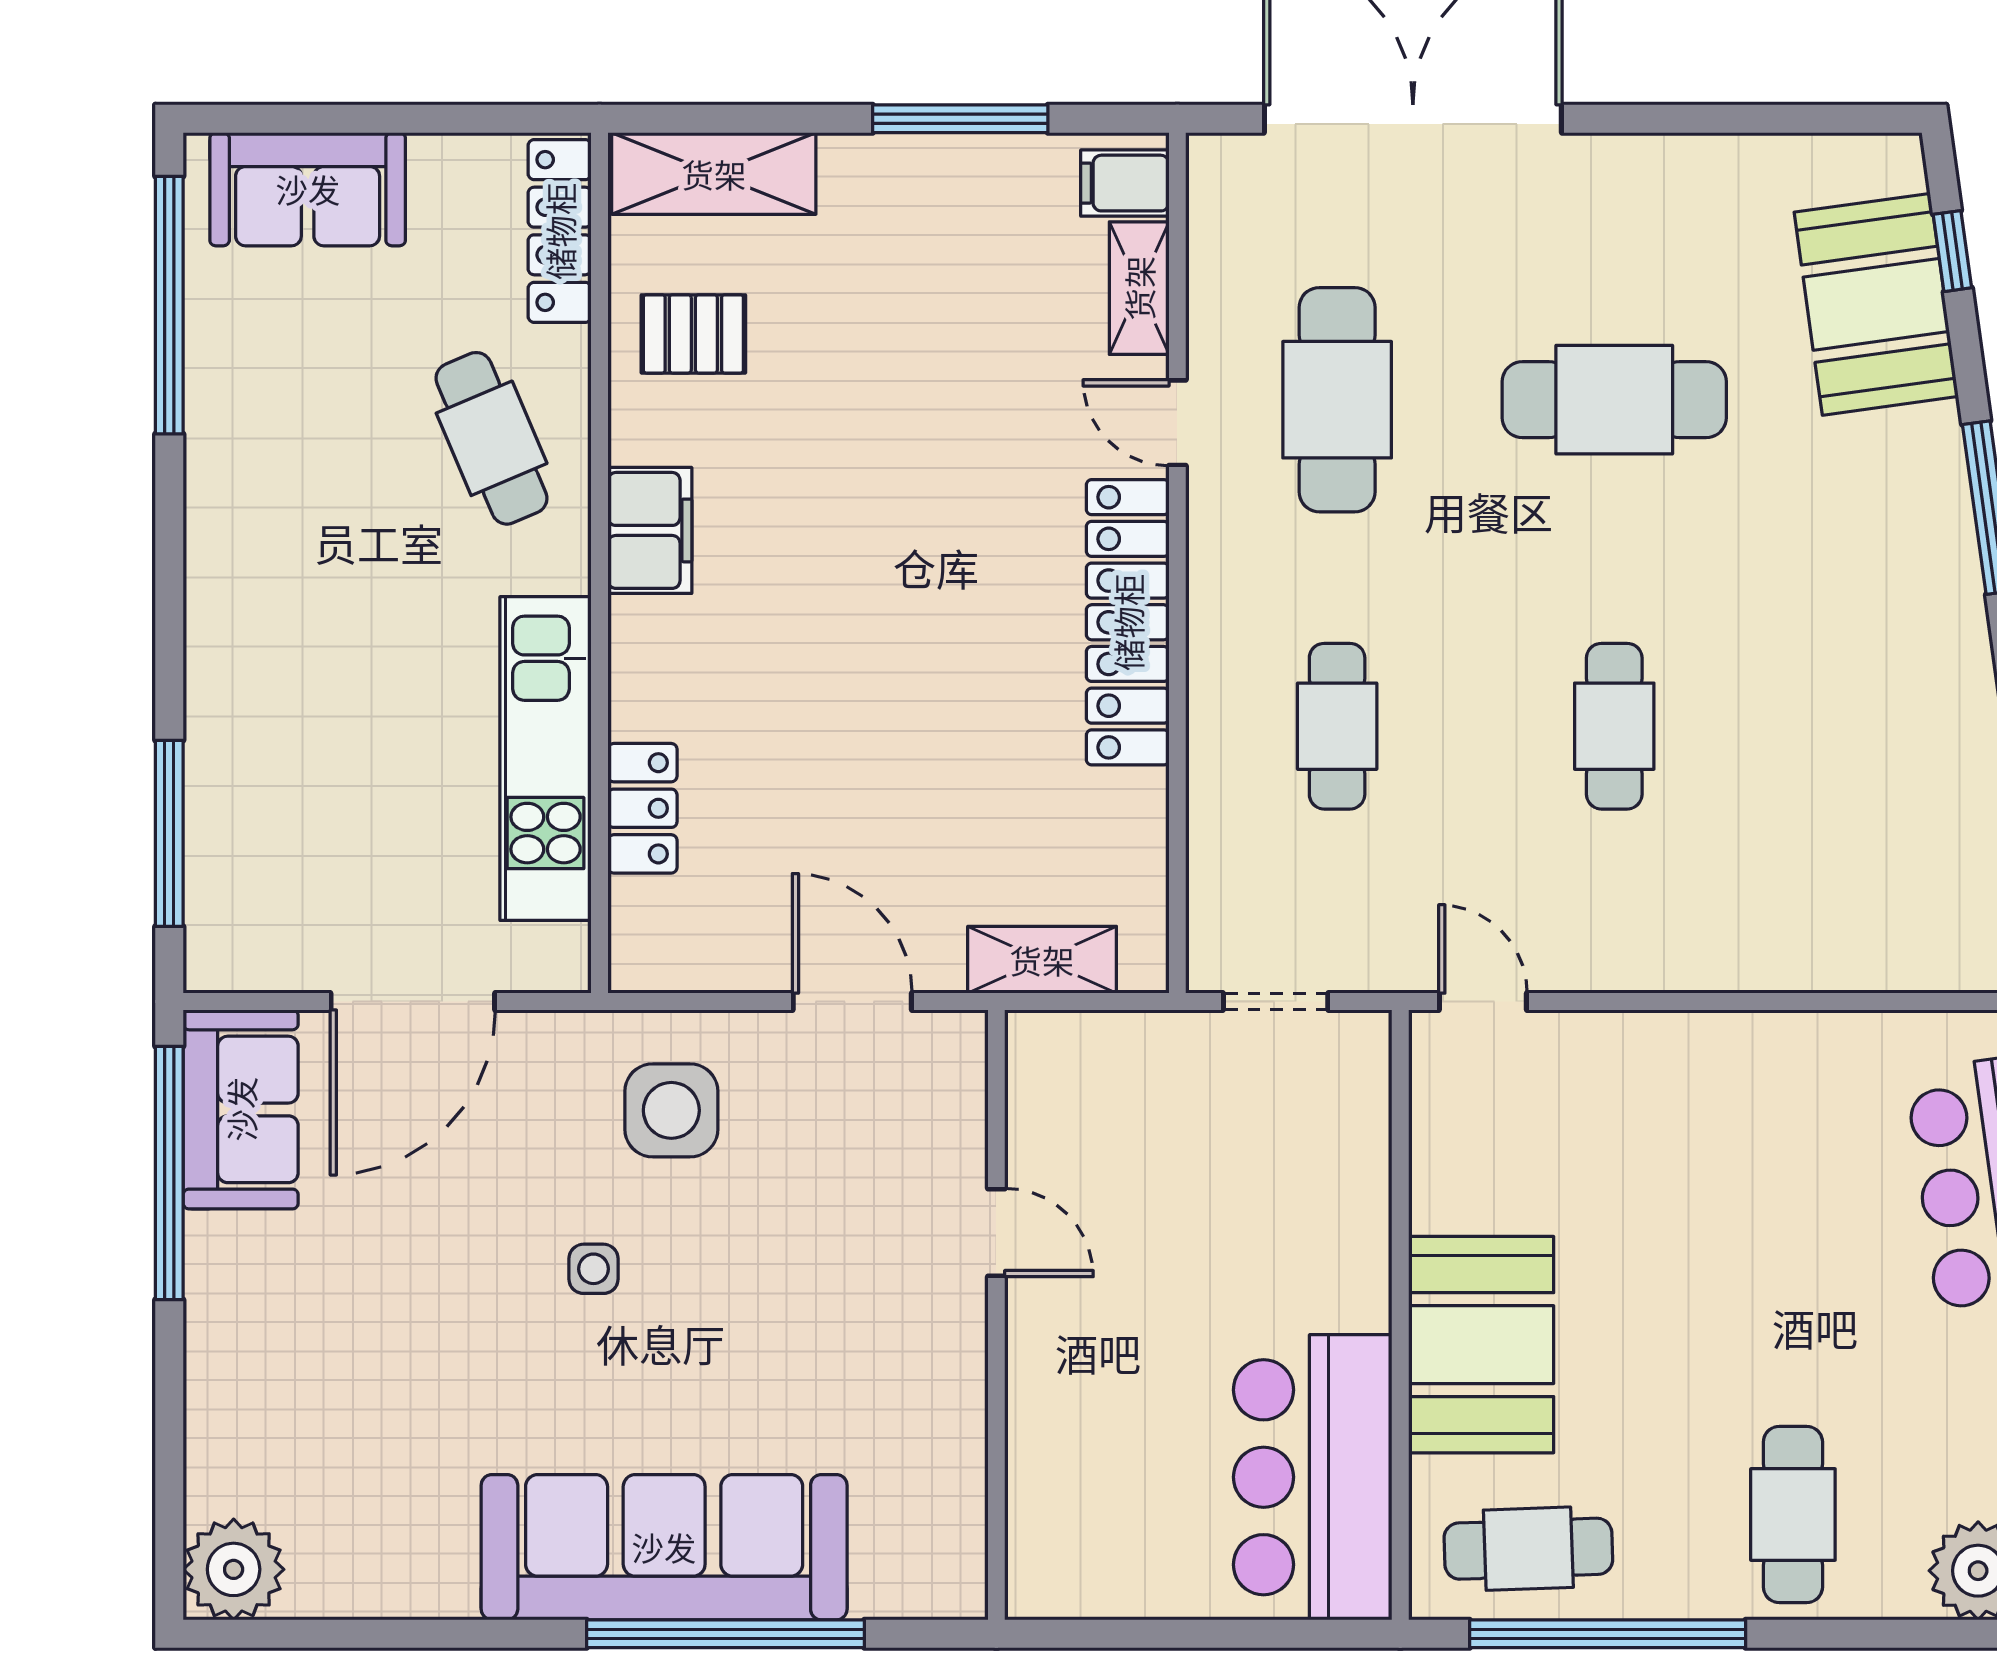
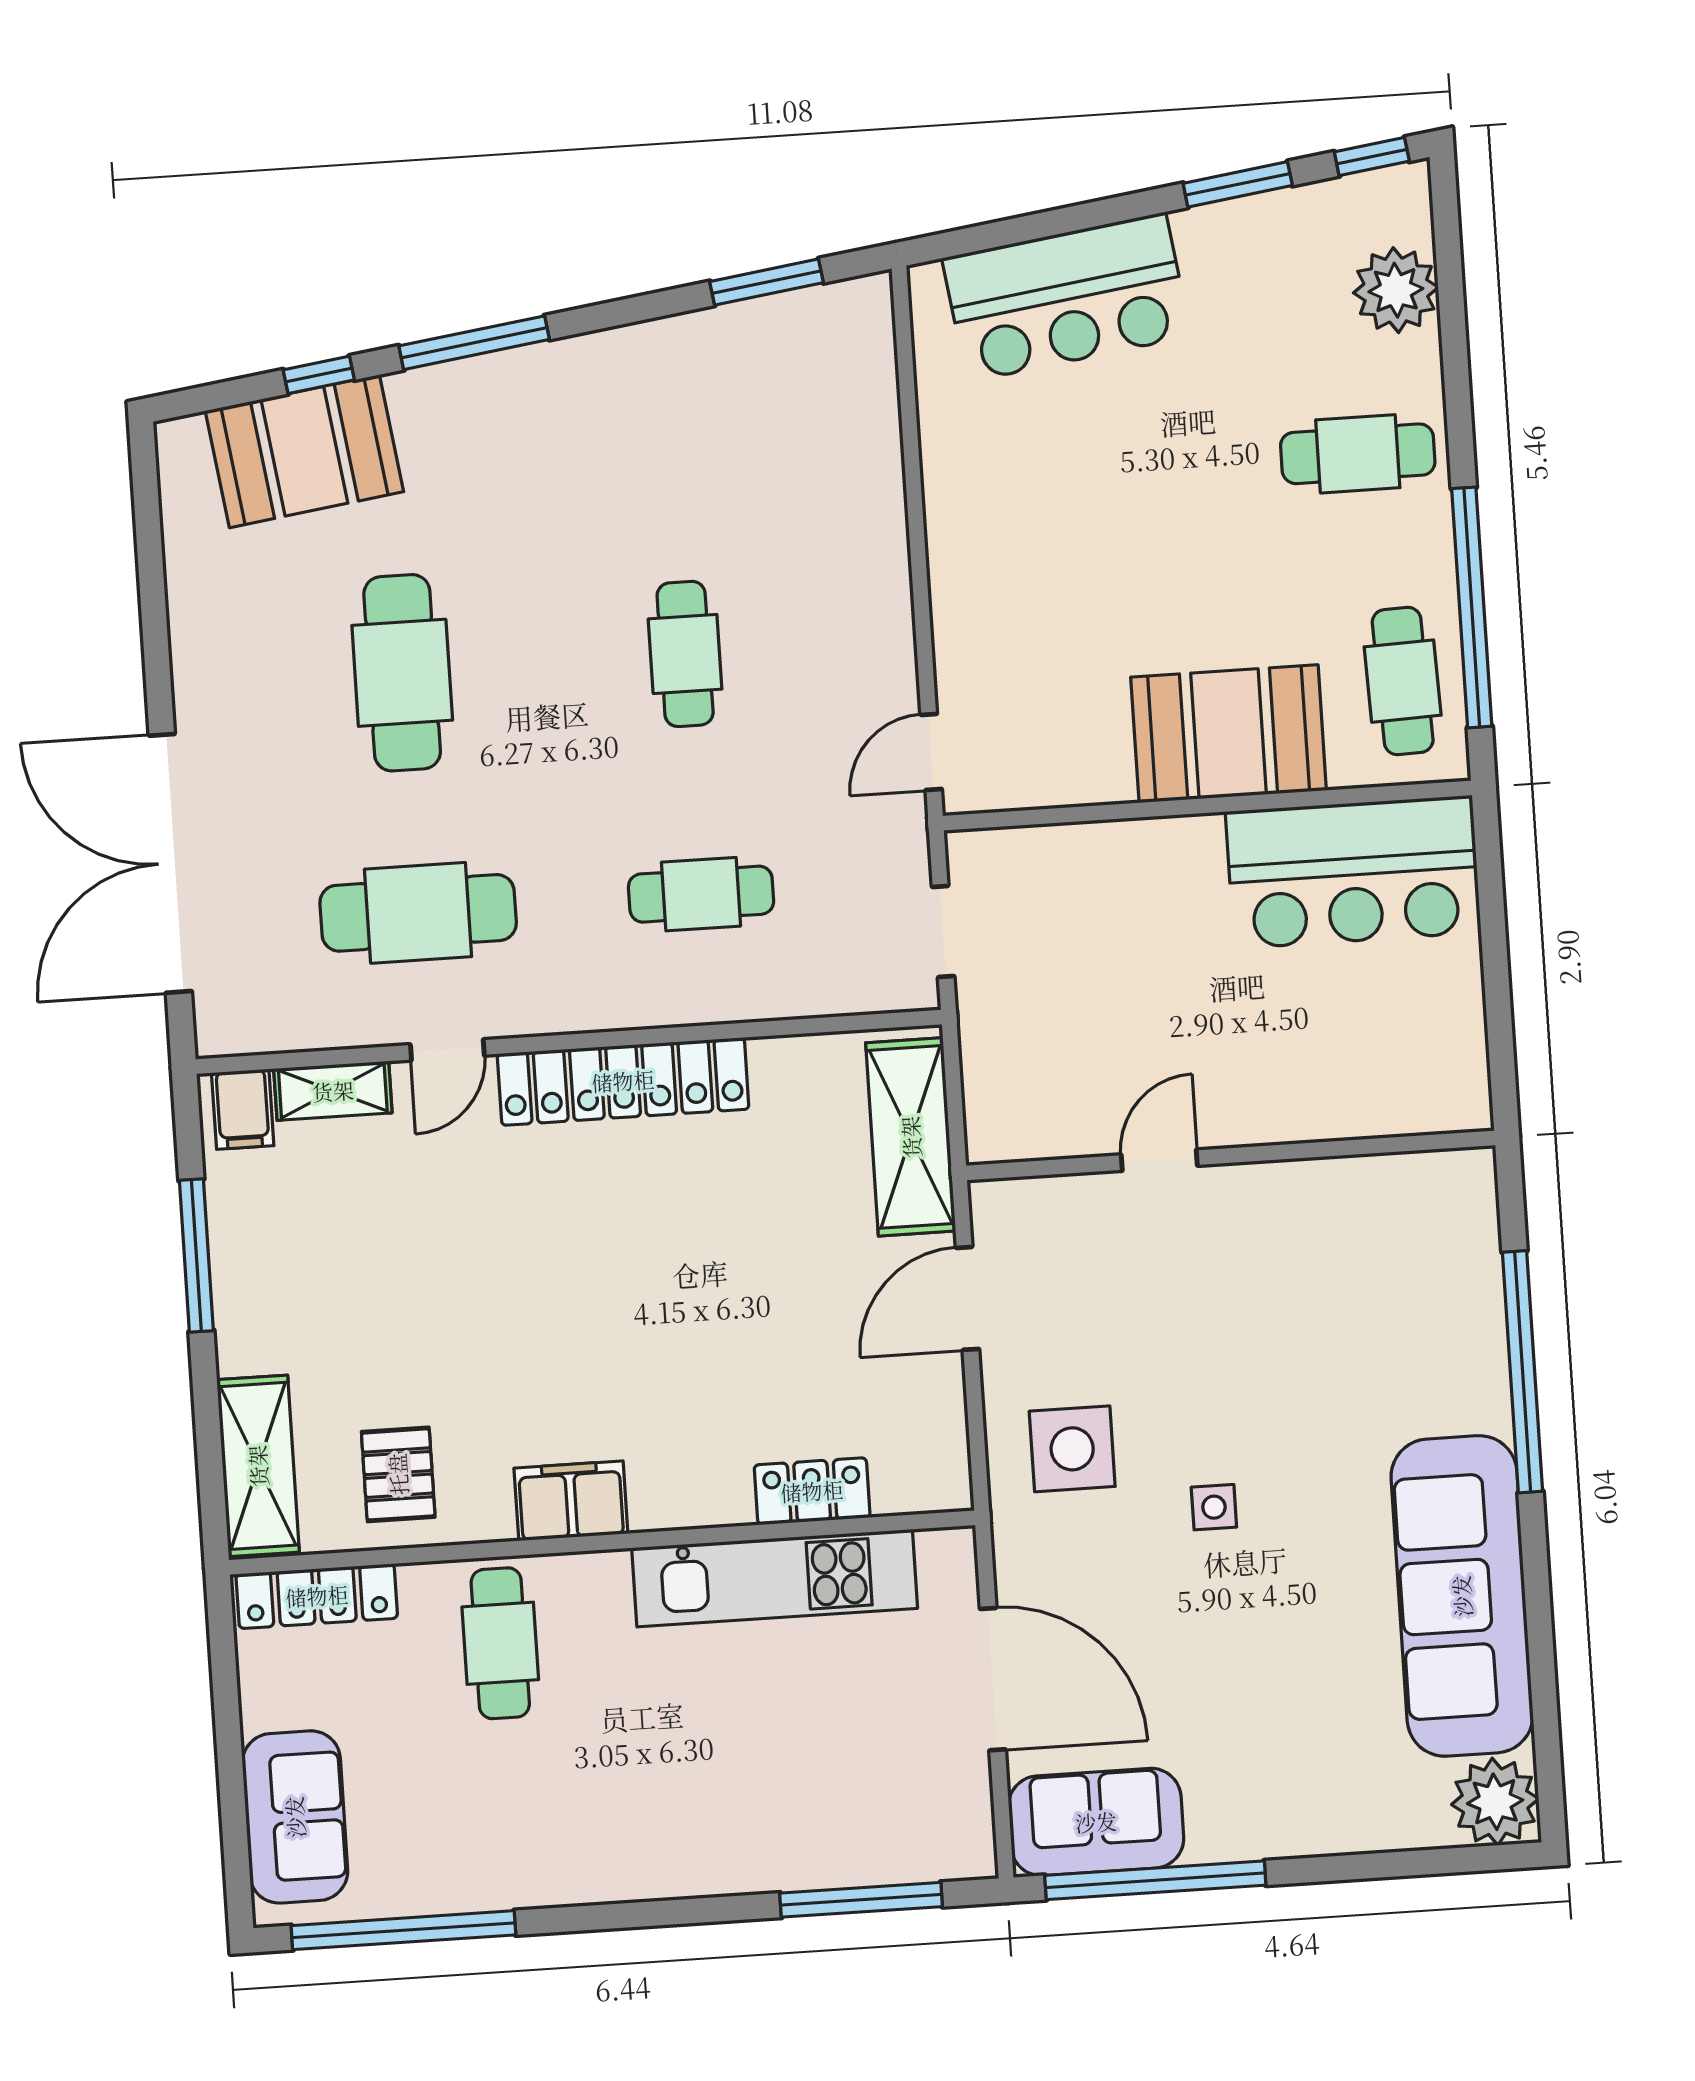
window: (1952, 251) -> (319, 375), moved
cafe table: (492, 438) -> (500, 1643), turned -67
cafe table: (1614, 726) -> (685, 654), turned 90
shelving: (1042, 960) -> (911, 1137), width x1.50, depth x1.33
sofa: (664, 1547) -> (1462, 1596), moved

